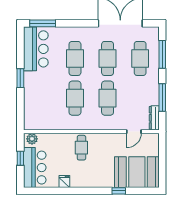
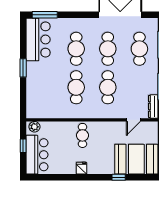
fridge: (64, 181) -> (82, 168), moved

